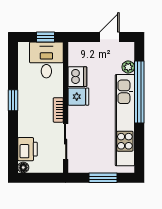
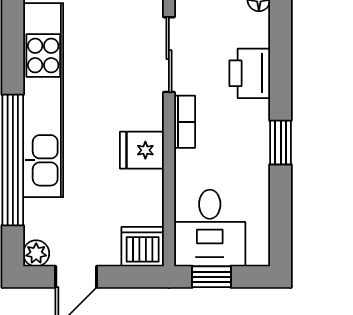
plant: (128, 67) -> (36, 253), moved
dishwasher: (77, 77) -> (143, 247), moved, turned 90
printer: (28, 149) -> (250, 73), moved

